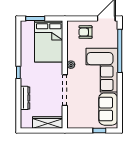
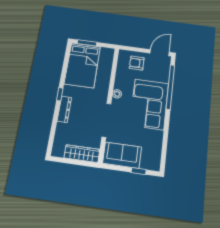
bed: (49, 41) -> (82, 65), moved
dresser: (25, 98) -> (64, 109), moved
sofa: (108, 109) -> (122, 155), moved, turned 90

